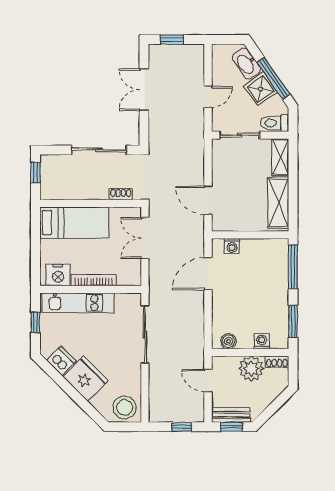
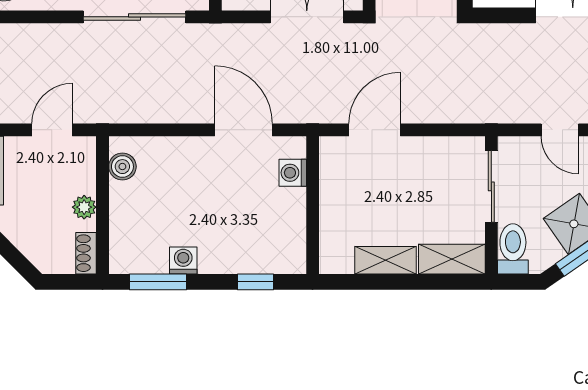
shelving: (278, 203) -> (385, 260), width x0.67, depth x0.75
window: (293, 267) -> (255, 282), width x0.46
washing machine: (262, 341) -> (183, 260), moved, turned -90
plant: (251, 368) -> (84, 207), width x0.53, depth x0.53

